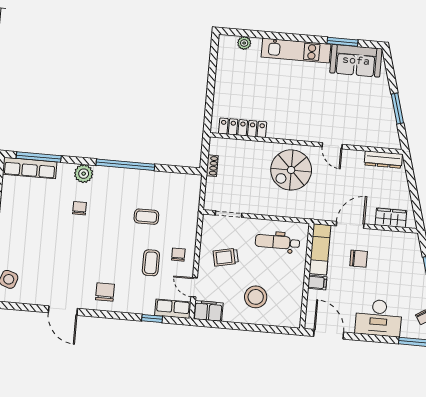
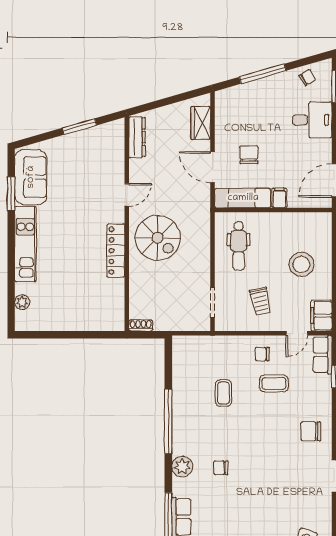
locker: (243, 128) -> (116, 251), moved
shoe rack: (212, 166) -> (141, 325), moved
desk: (379, 318) -> (312, 120), width x0.73

